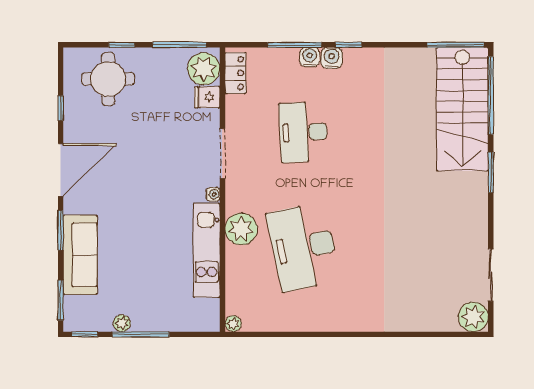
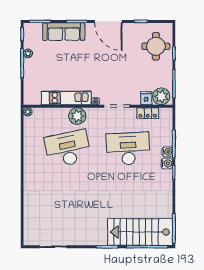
locker: (235, 73) -> (148, 113), moved
desk: (303, 132) -> (128, 149), width x1.36, depth x1.30
plant: (473, 317) -> (31, 238), removed

